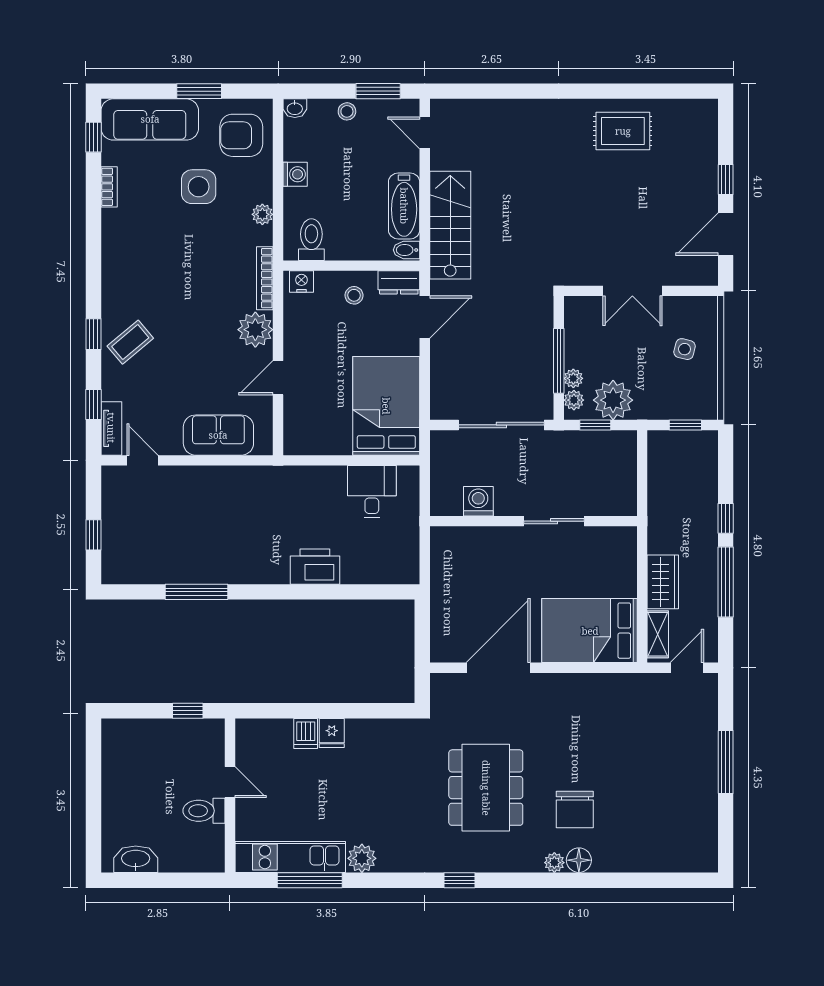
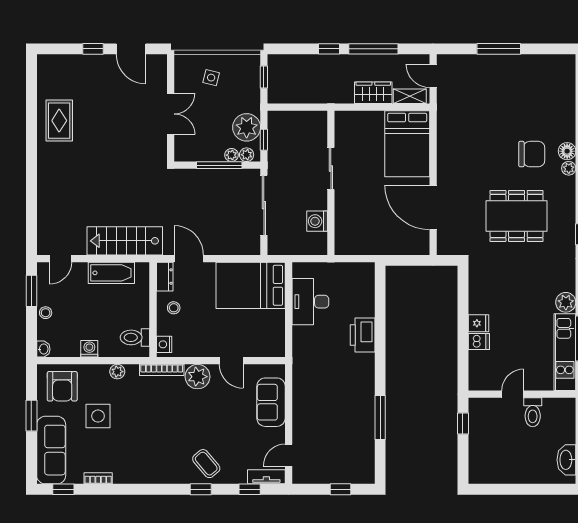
bidet: (406, 250) -> (142, 271), removed
desk: (372, 492) -> (310, 302), width x1.37

